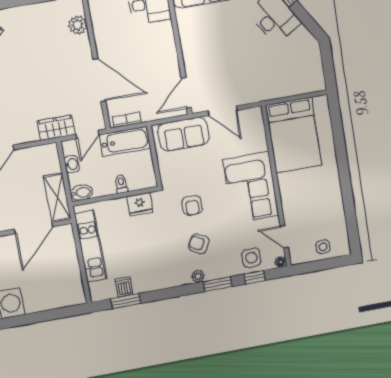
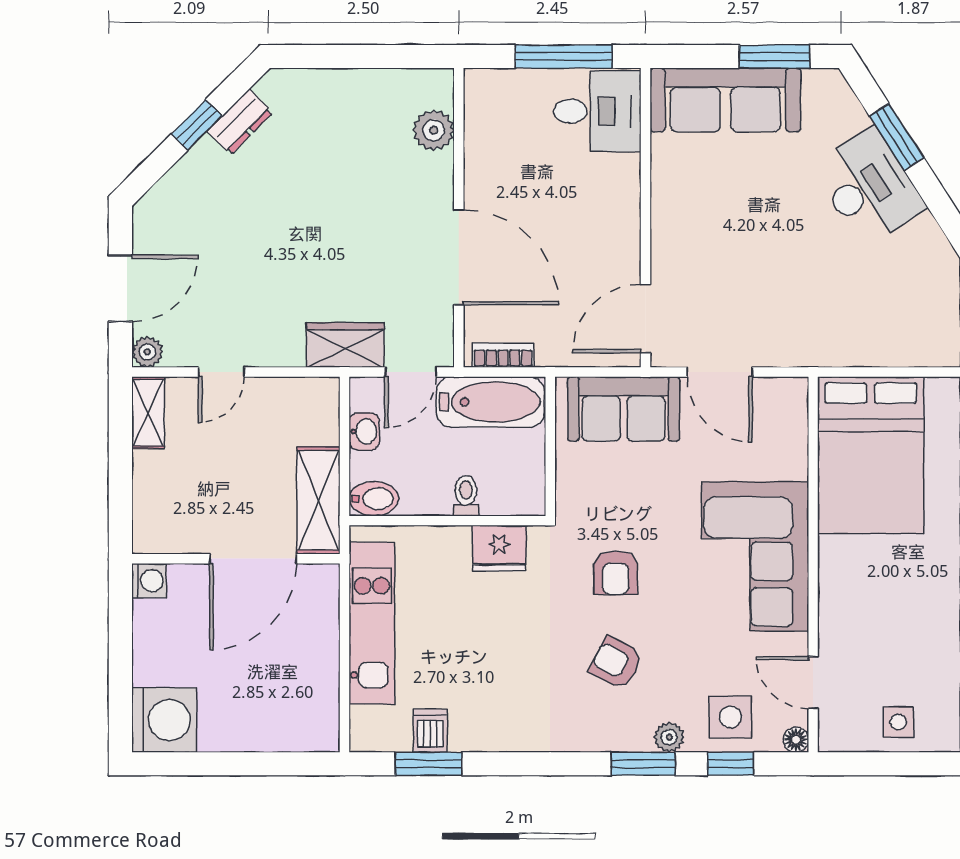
plant: (198, 276) -> (669, 737), moved

